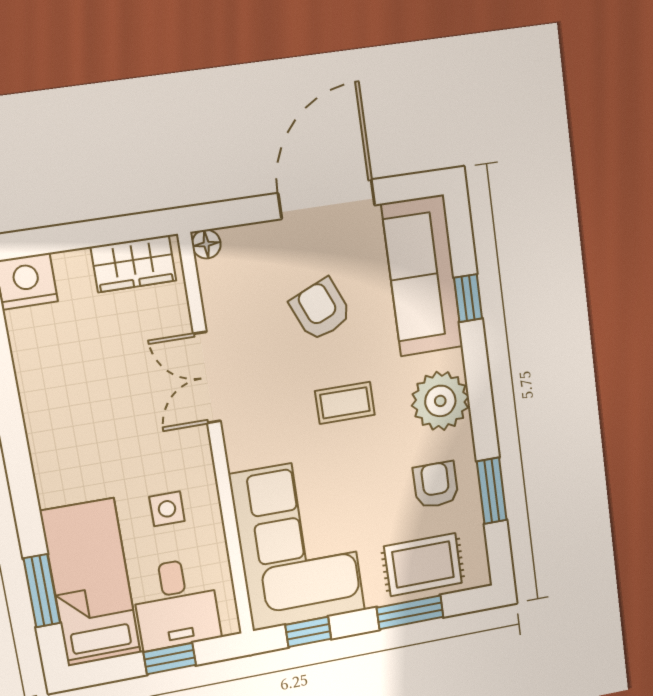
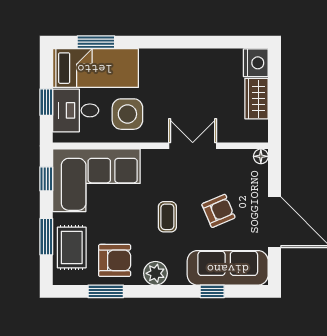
wardrobe: (133, 264) -> (256, 99), moved
plant: (440, 401) -> (155, 273), width x0.73, depth x0.73
armchair: (436, 485) -> (115, 260), width x1.38, depth x1.38
side table: (167, 509) -> (127, 114), width x1.87, depth x1.87

